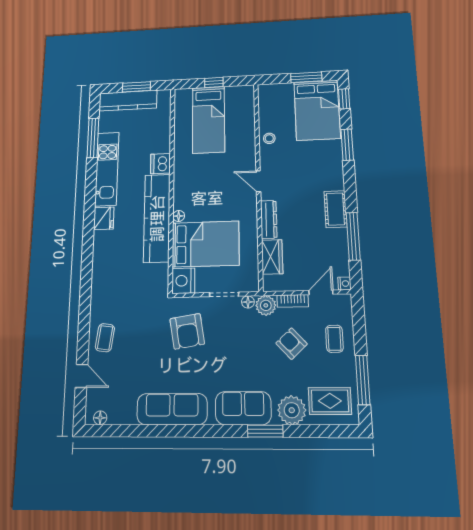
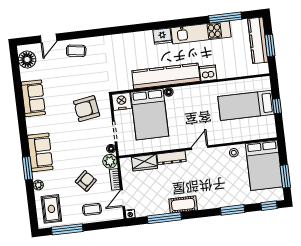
bed: (317, 110) -> (264, 165), moved, turned -90
door: (321, 292) -> (123, 198), swing flipped
sofa: (172, 409) -> (33, 98), width x0.73
plant: (292, 410) -> (38, 185), width x0.53, depth x0.53
floor lamp: (100, 418) -> (27, 60), width x1.89, depth x1.89

